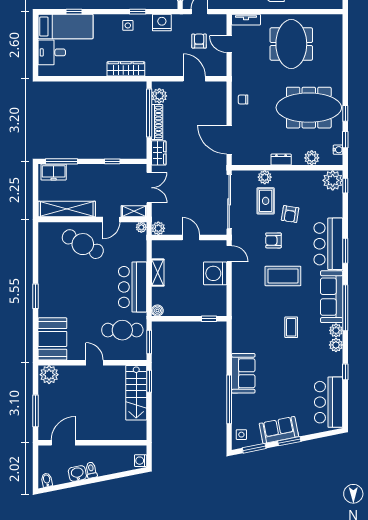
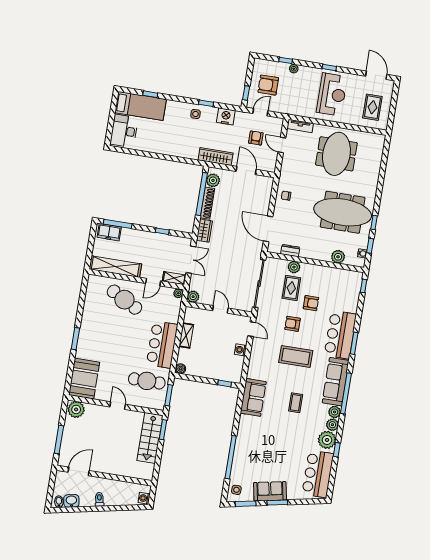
desk: (52, 52) -> (124, 131), width x1.37
wardrobe: (126, 69) -> (216, 157), moved
dresser: (281, 160) -> (290, 251), moved
plant: (333, 180) -> (327, 440), moved
armchair: (290, 214) -> (311, 303), turned -99
washing machine: (215, 273) -> (240, 350), width x0.53, depth x0.53
sofa: (243, 373) -> (253, 397), moved
washbasin: (77, 473) -> (71, 501), moved

